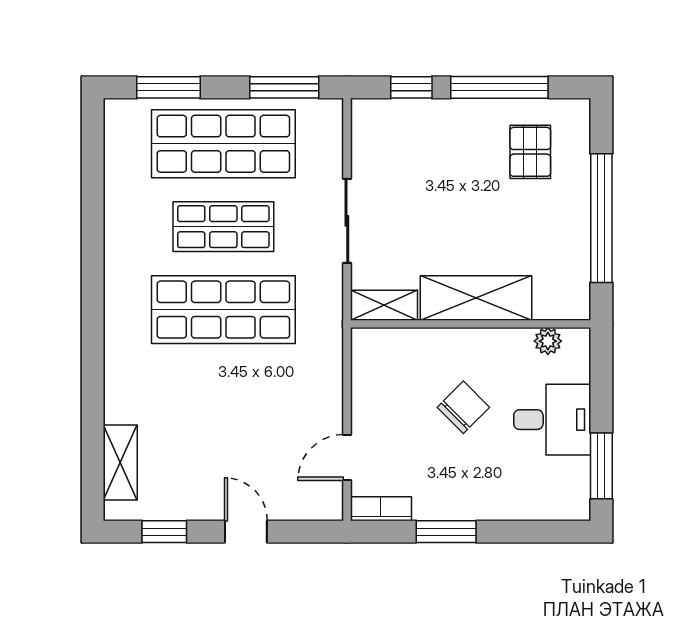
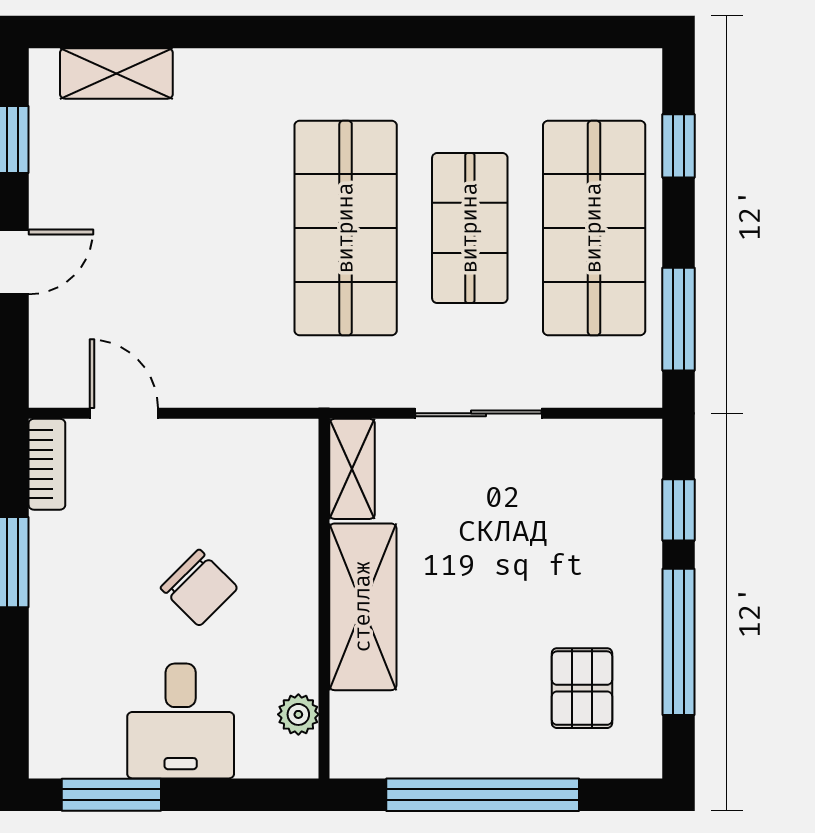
window: (169, 87) -> (679, 146), width x0.67
pallet: (530, 152) -> (582, 688), turned 90

